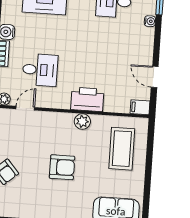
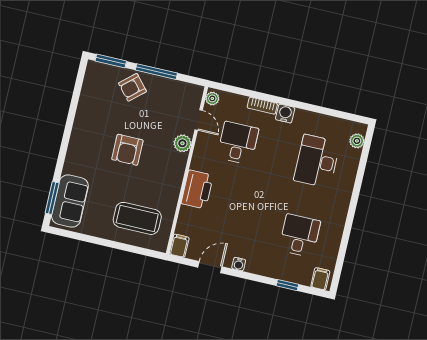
water cooler: (150, 21) -> (239, 264), moved
desk: (40, 70) -> (238, 143), turned 180
plant: (82, 122) -> (182, 143), moved

